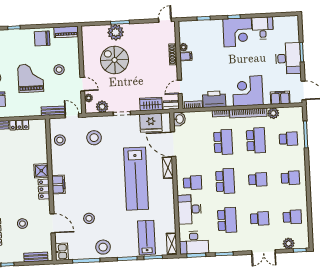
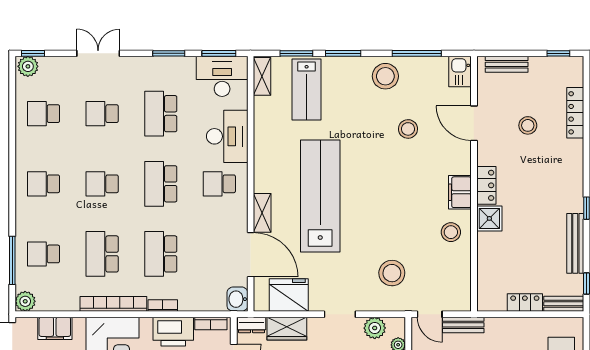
plant: (273, 113) -> (25, 301), moved
stool: (60, 140) -> (451, 232), moved
plant: (289, 243) -> (28, 66), moved

